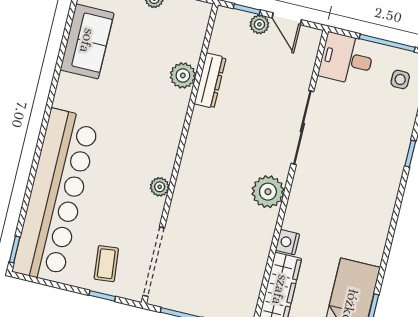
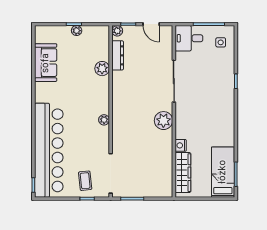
plant: (259, 24) -> (117, 31), moved
dresser: (210, 81) -> (118, 55), moved
plant: (160, 187) -> (104, 120), moved

